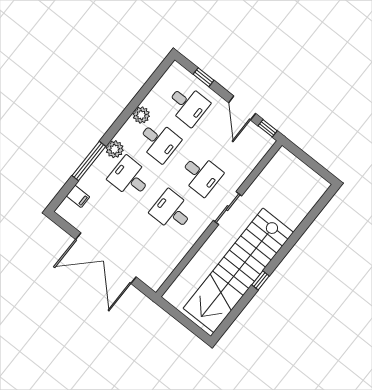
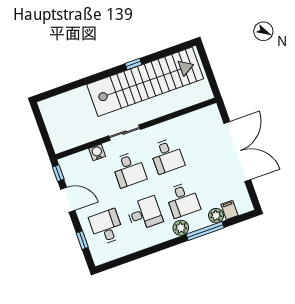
door: (242, 108) -> (68, 200), hinge flipped
plant: (141, 115) -> (216, 216), moved
desk: (159, 141) -> (145, 213), turned 90
water cooler: (242, 172) -> (97, 152), added
desk: (201, 175) -> (129, 169), turned 180

